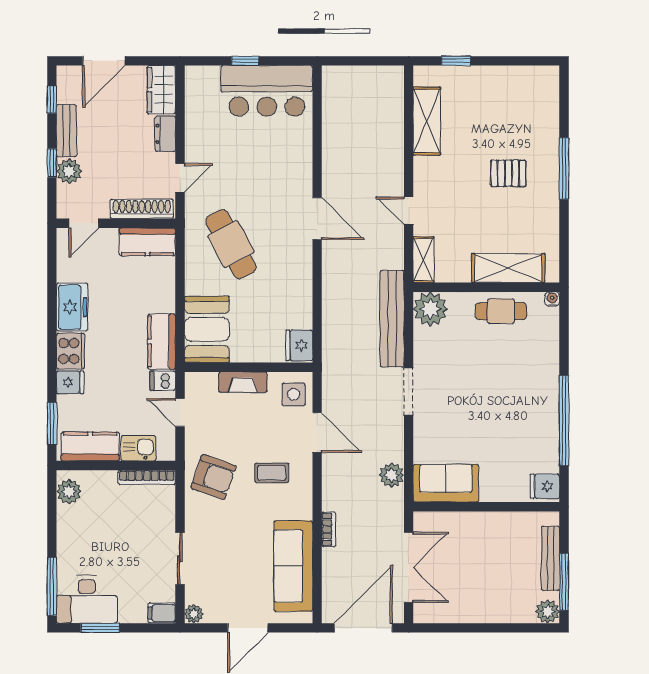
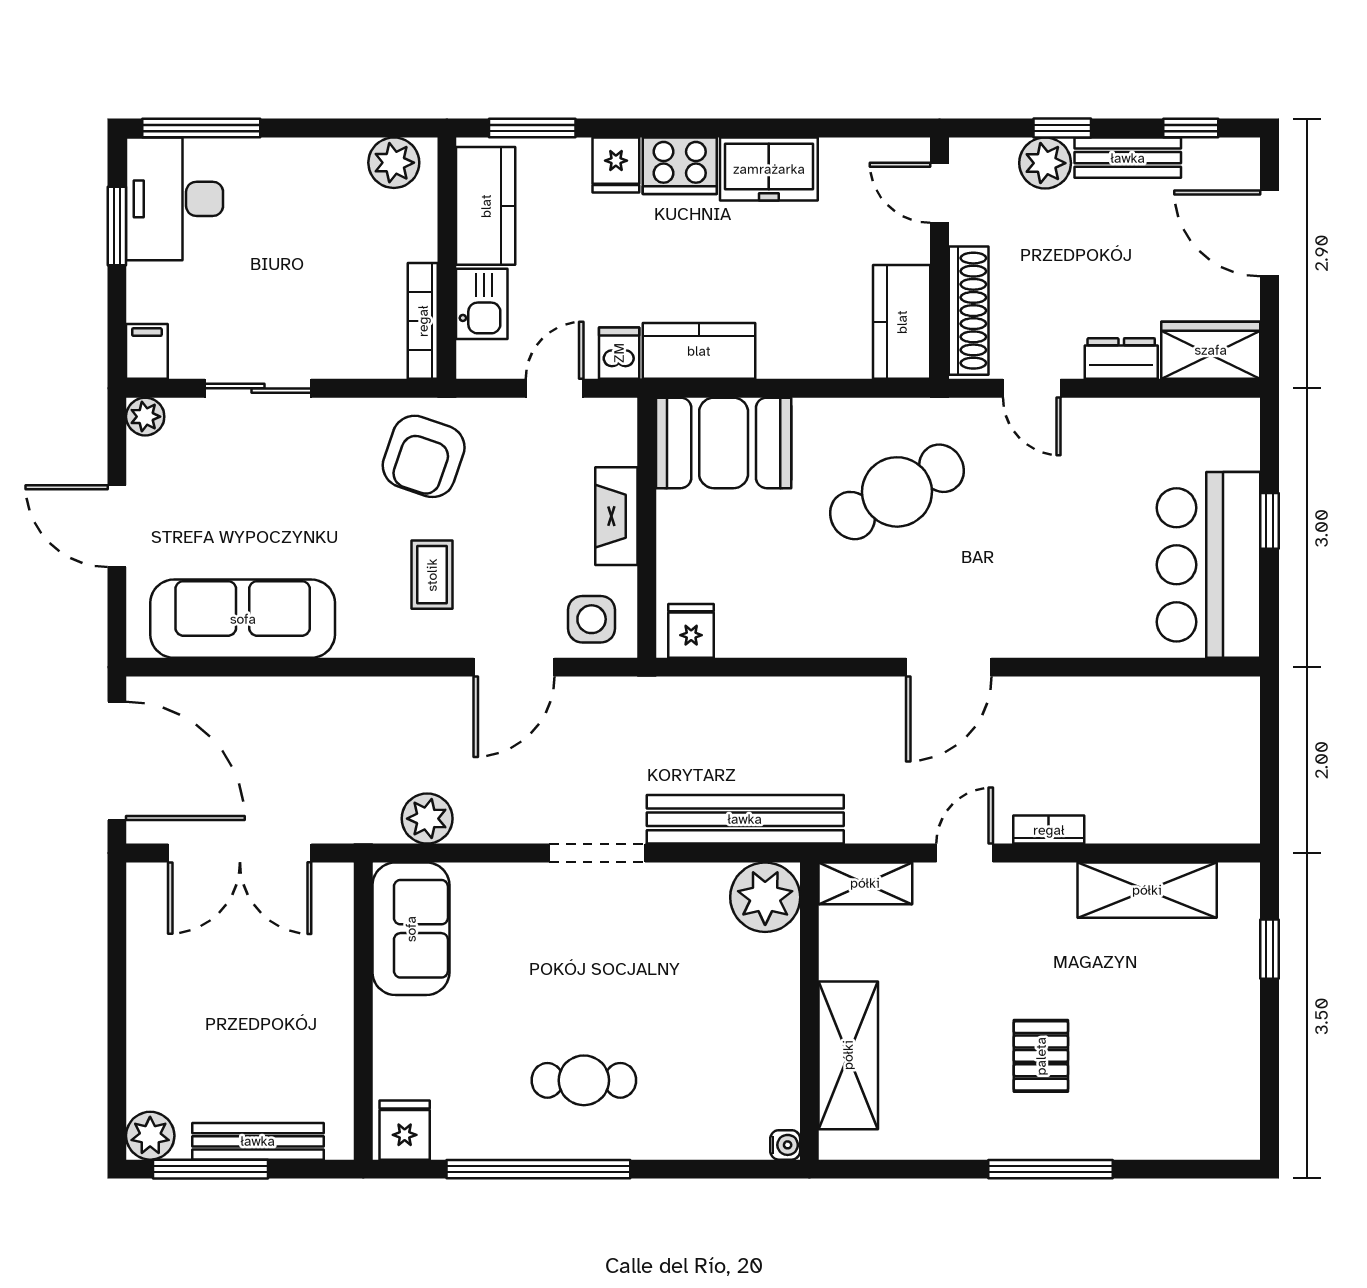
cafe table: (501, 311) -> (584, 1080), moved, turned 90
fridge: (299, 345) -> (691, 631), width x0.72
bookcase: (329, 529) -> (1049, 830), moved, turned 180

